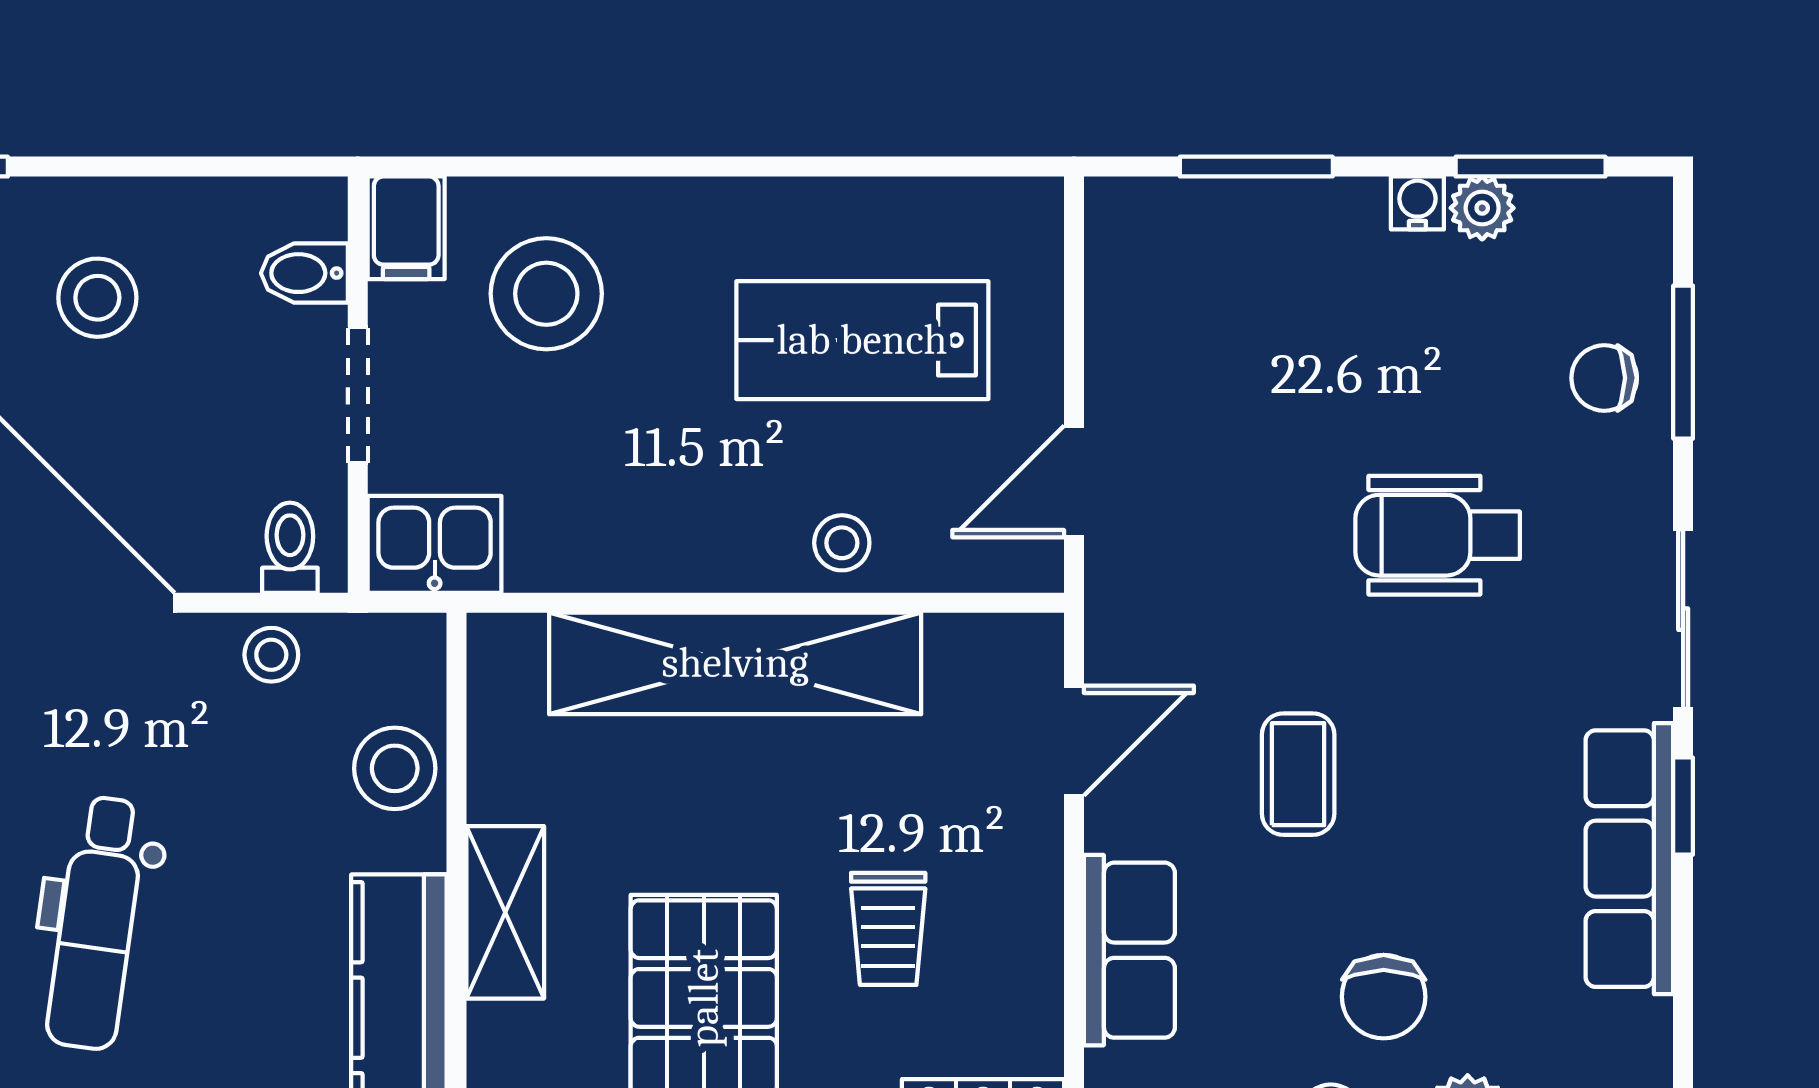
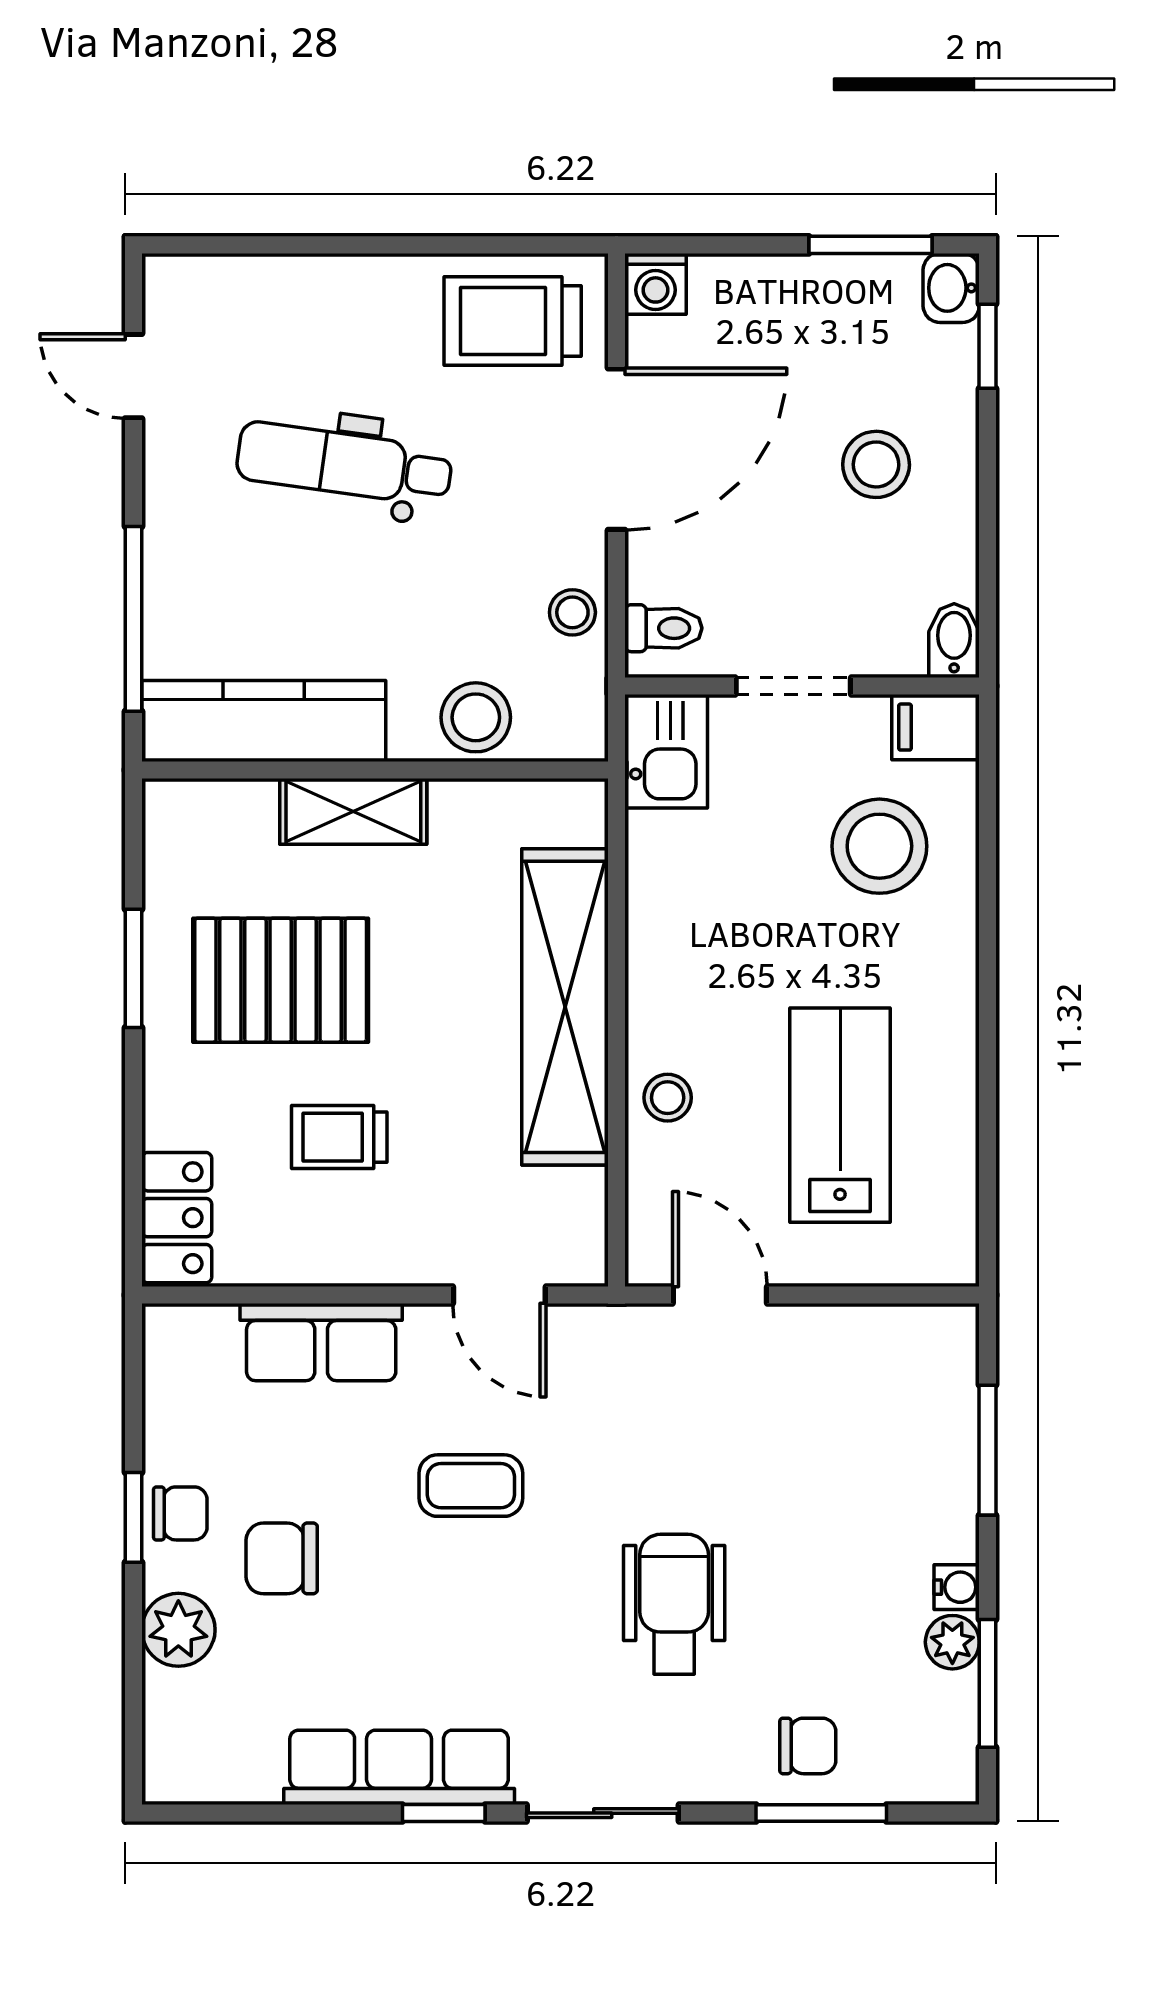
bidet: (304, 273) -> (954, 641), moved
chair: (1604, 378) -> (808, 1746), turned 90

